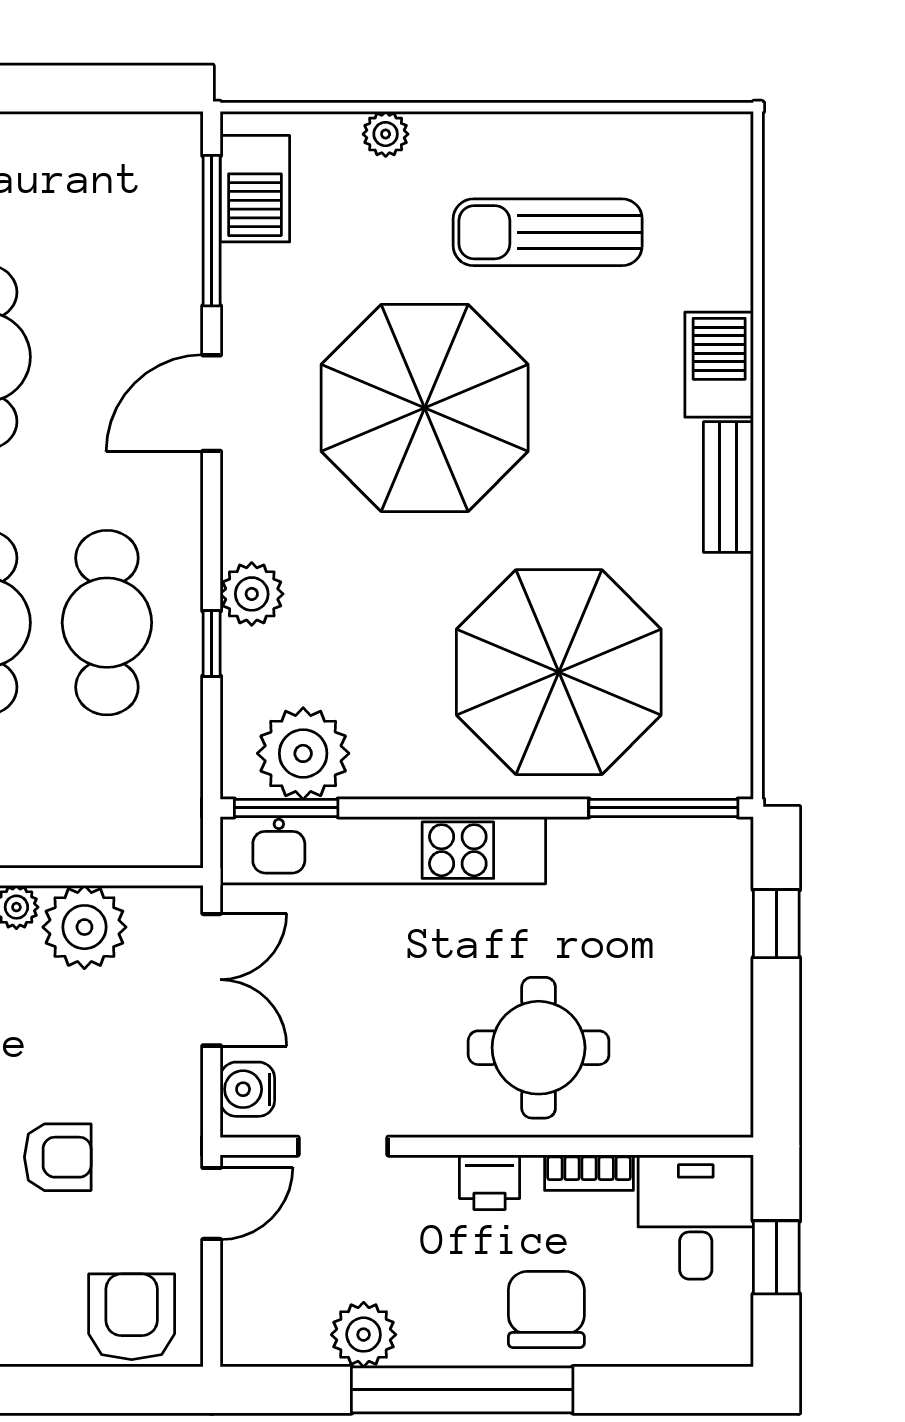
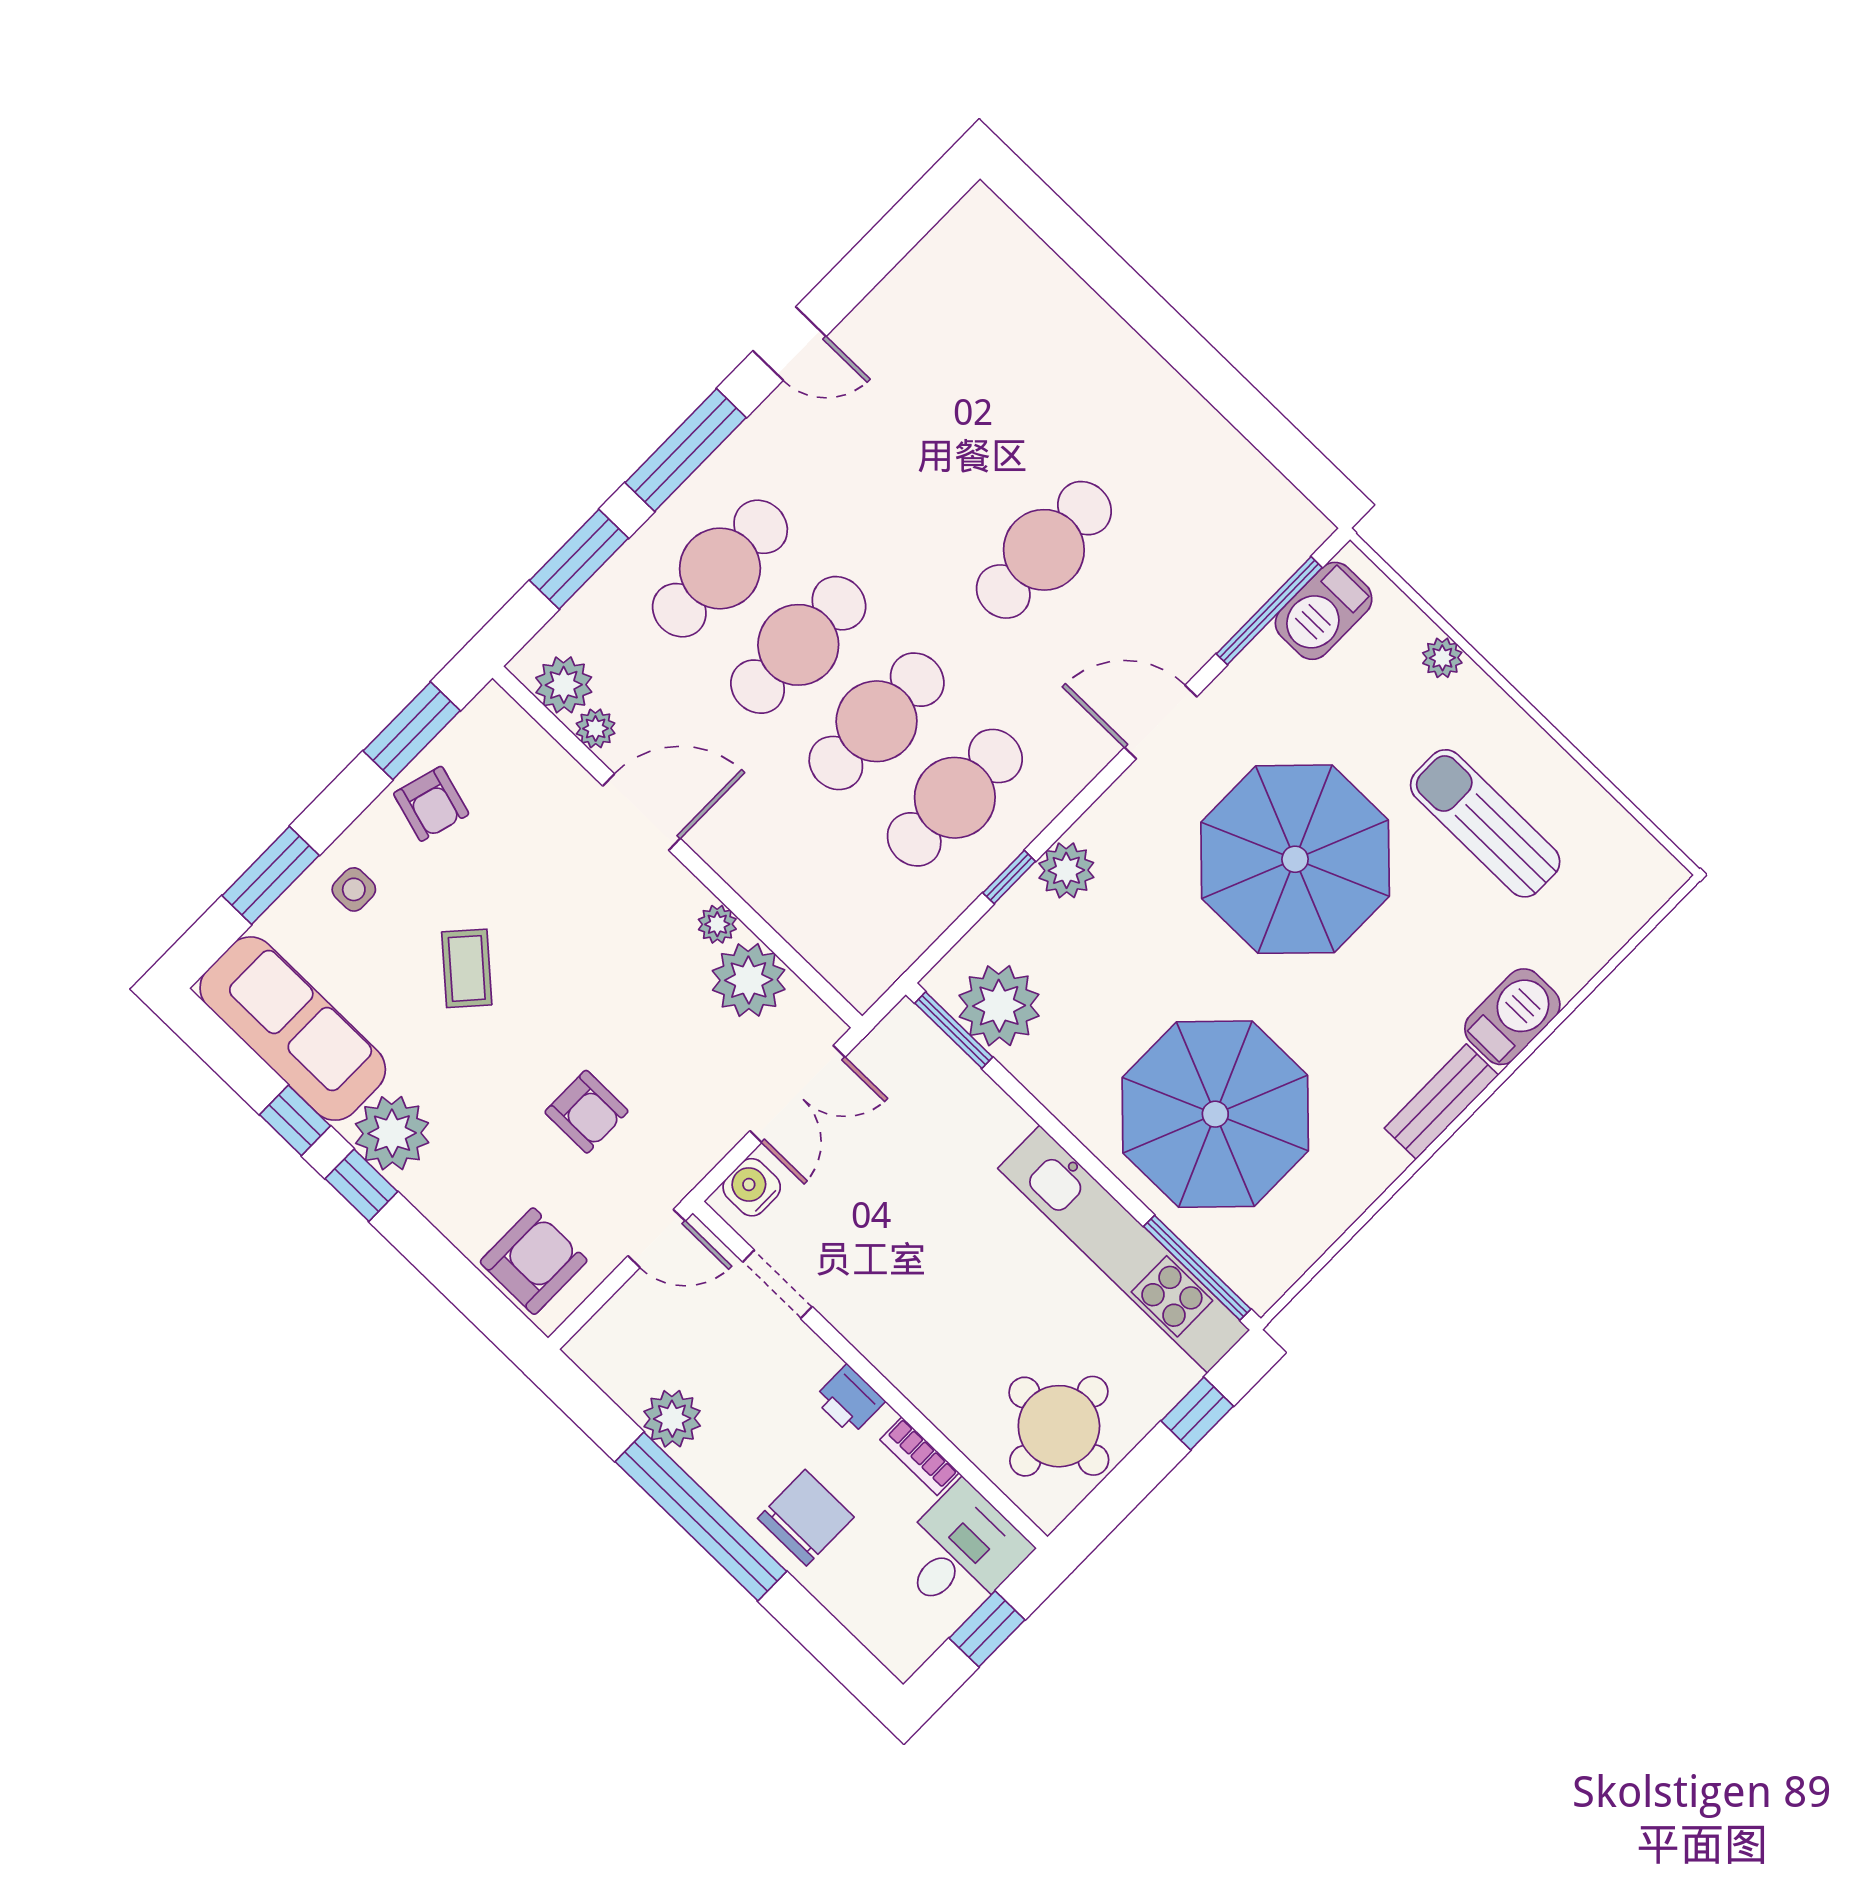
kitchen unit: (383, 850) -> (1124, 1249), moved
round table: (539, 1048) -> (1059, 1426), moved

